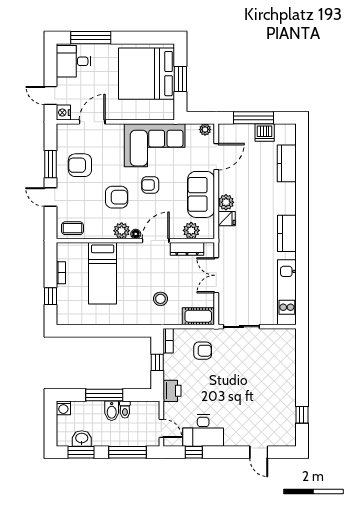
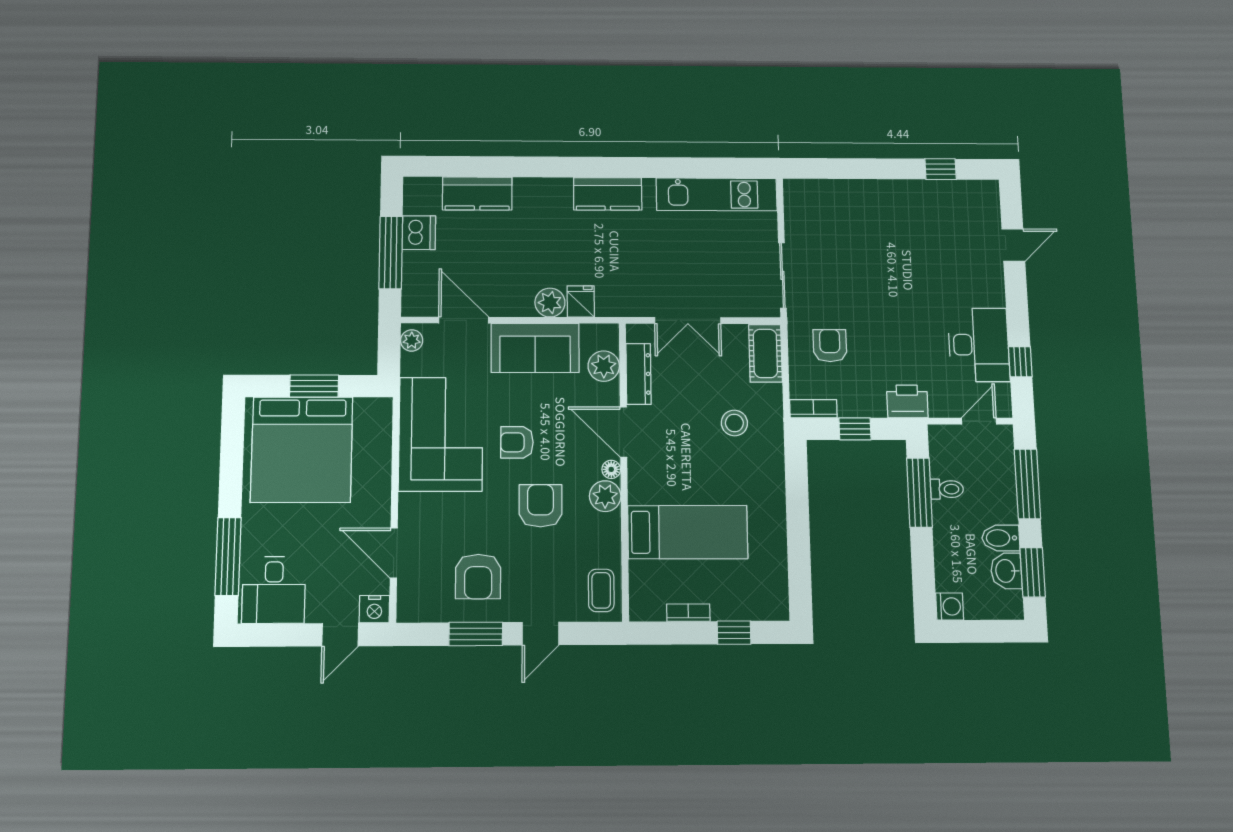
armchair: (150, 185) -> (517, 442), turned 90
window: (104, 395) -> (920, 493), moved
bidet: (112, 411) -> (1001, 538), moved, turned 180

